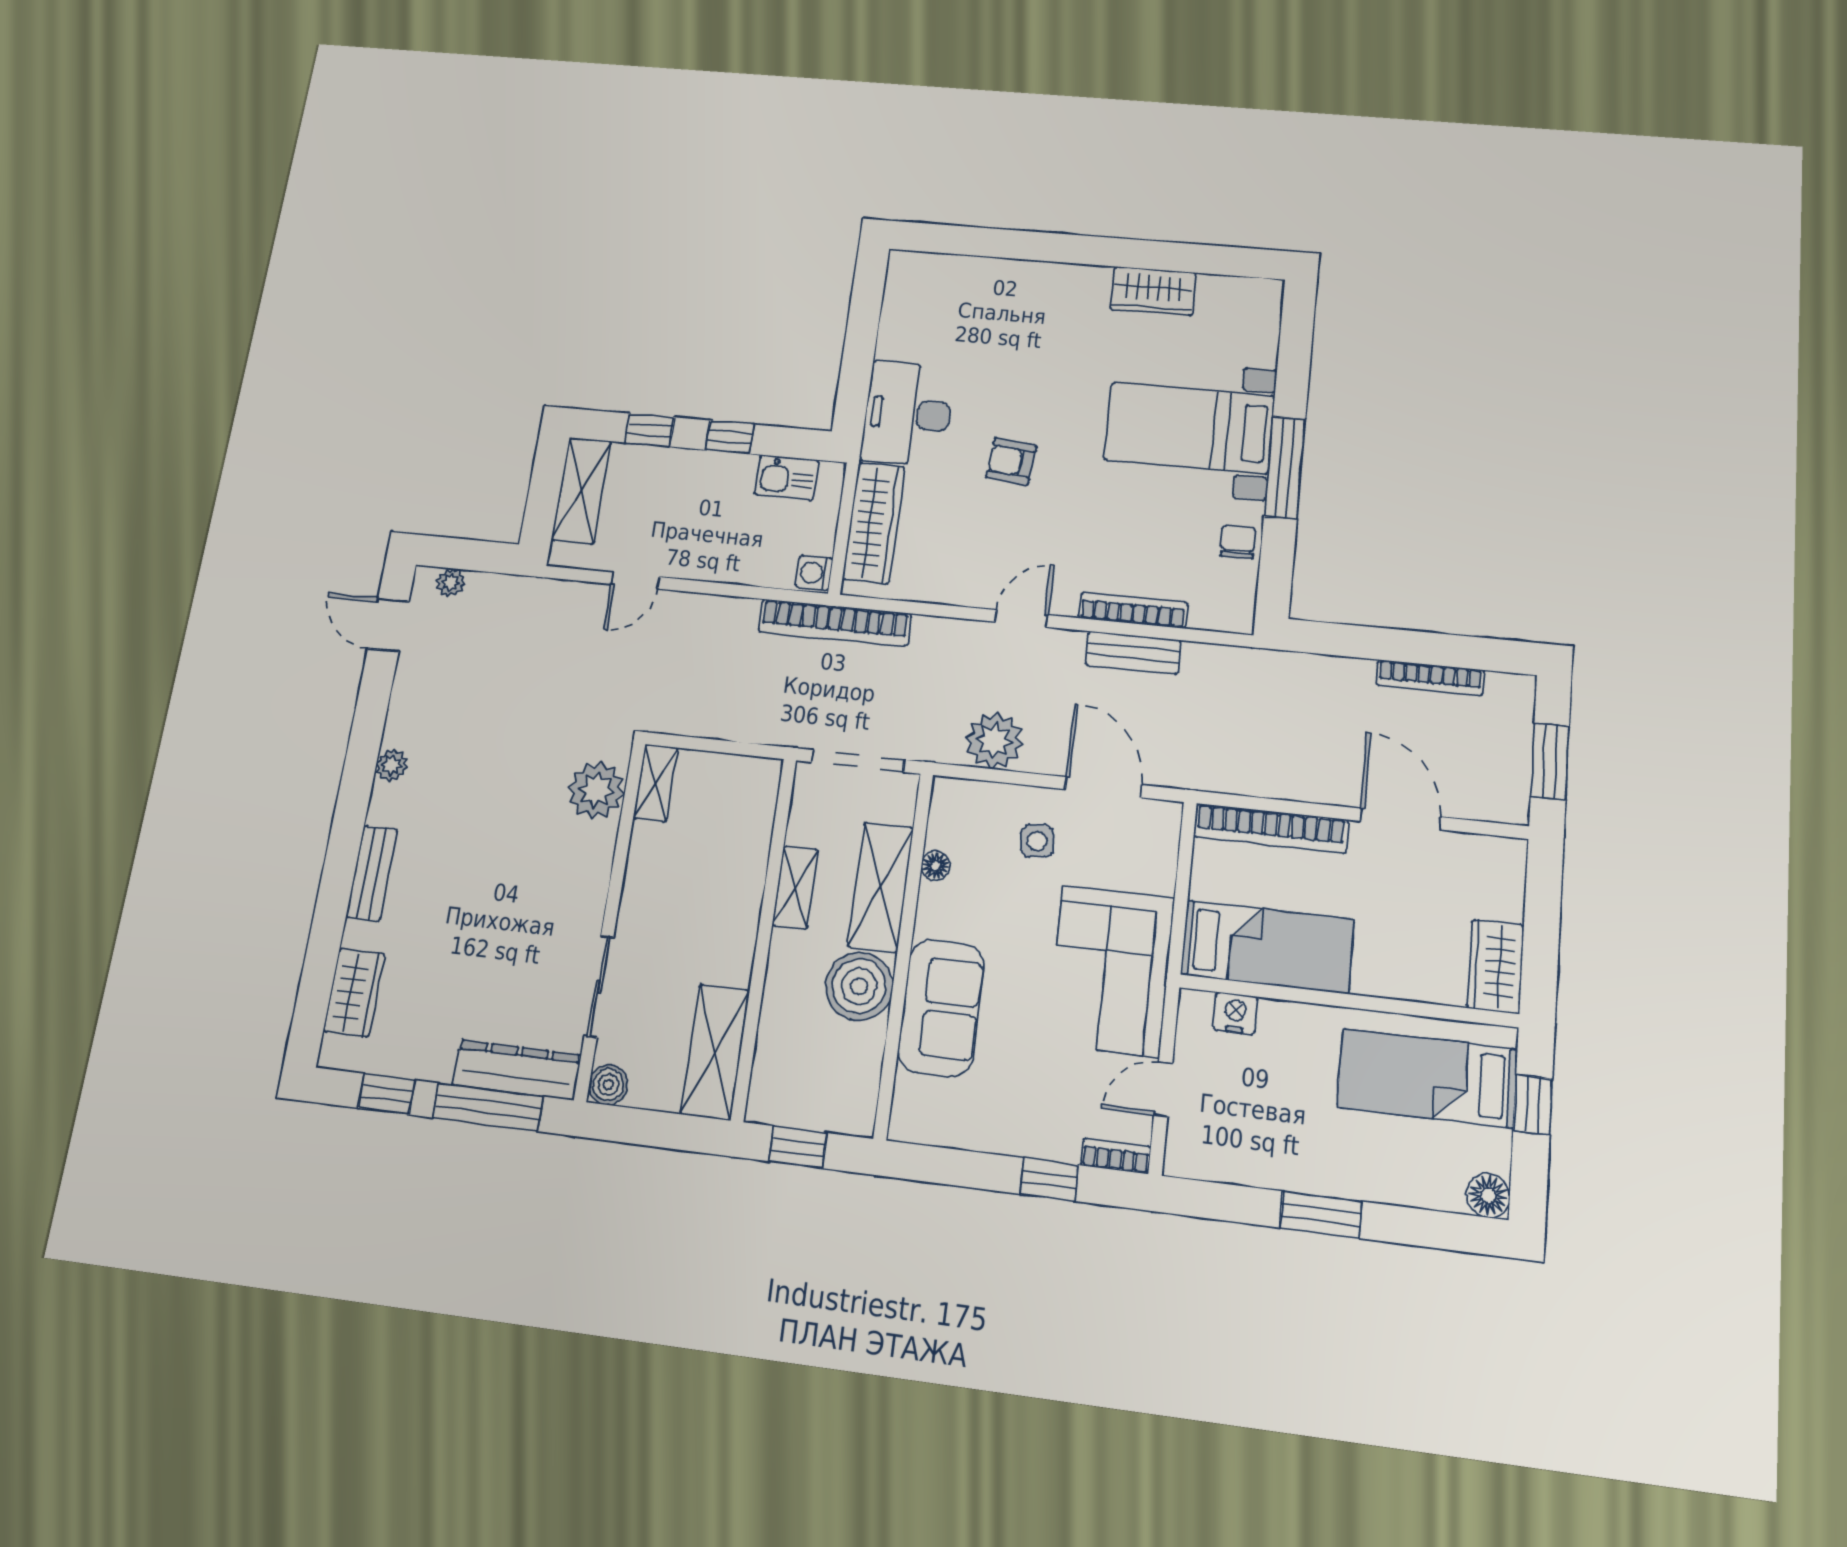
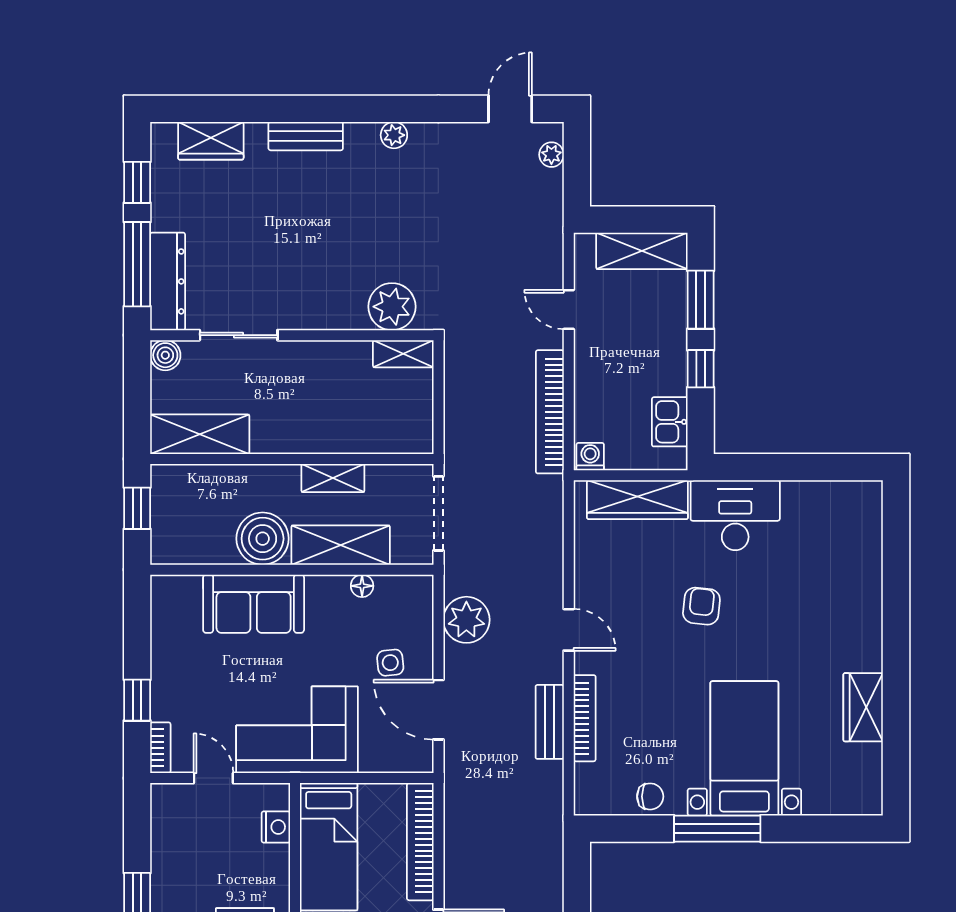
window: (649, 430) -> (701, 300), width x1.50
bookcase: (835, 623) -> (550, 412), moved
door: (1103, 787) -> (438, 710), swing flipped

